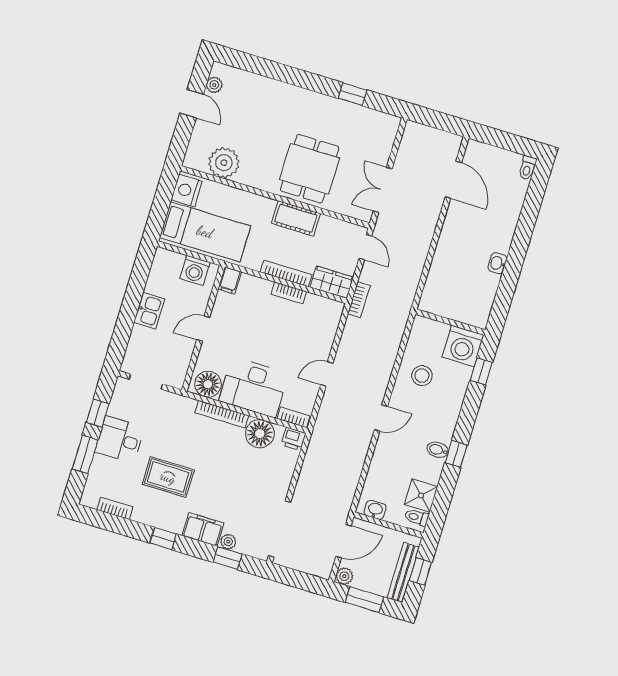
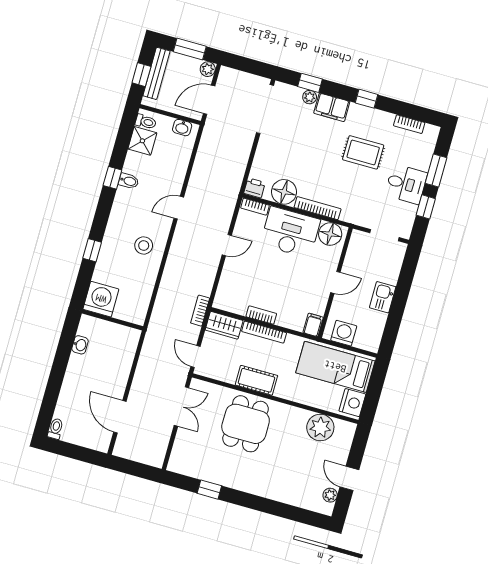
wall: (450, 322) -> (112, 320), moved
washing machine: (463, 346) -> (101, 299), moved

